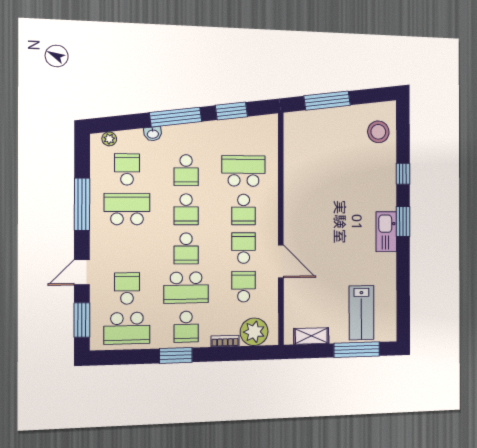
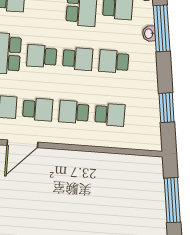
window: (176, 117) -> (162, 28), moved
school desk: (244, 171) -> (110, 115), width x0.54
school desk: (186, 209) -> (78, 59), turned 180

